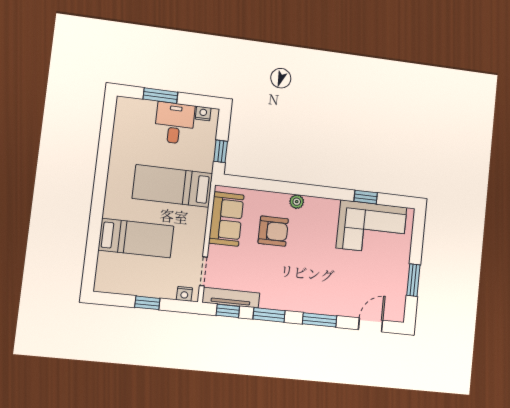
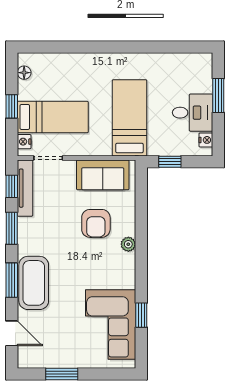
bed: (136, 238) -> (53, 117), moved, turned -90
floor lamp: (114, 287) -> (24, 73), added
coffee table: (324, 298) -> (34, 283), added

